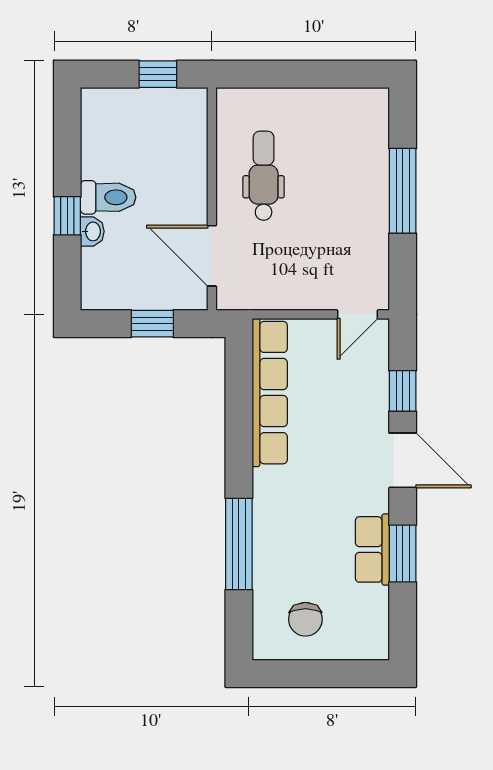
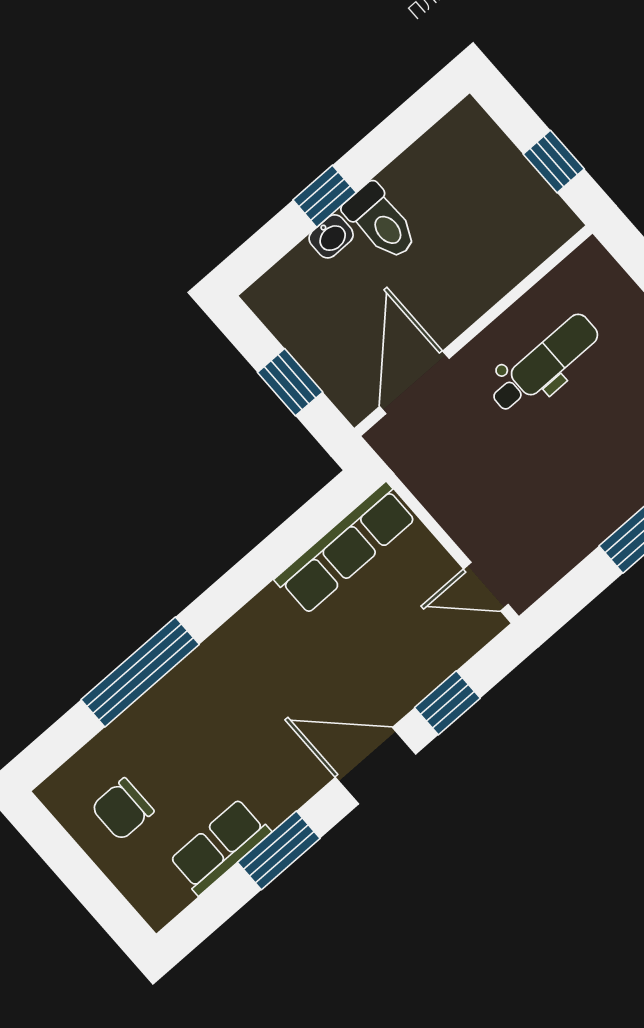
row of seats: (270, 393) -> (346, 548), width x0.73
door: (403, 460) -> (376, 766), swing flipped
row of seats: (372, 549) -> (220, 847), moved

